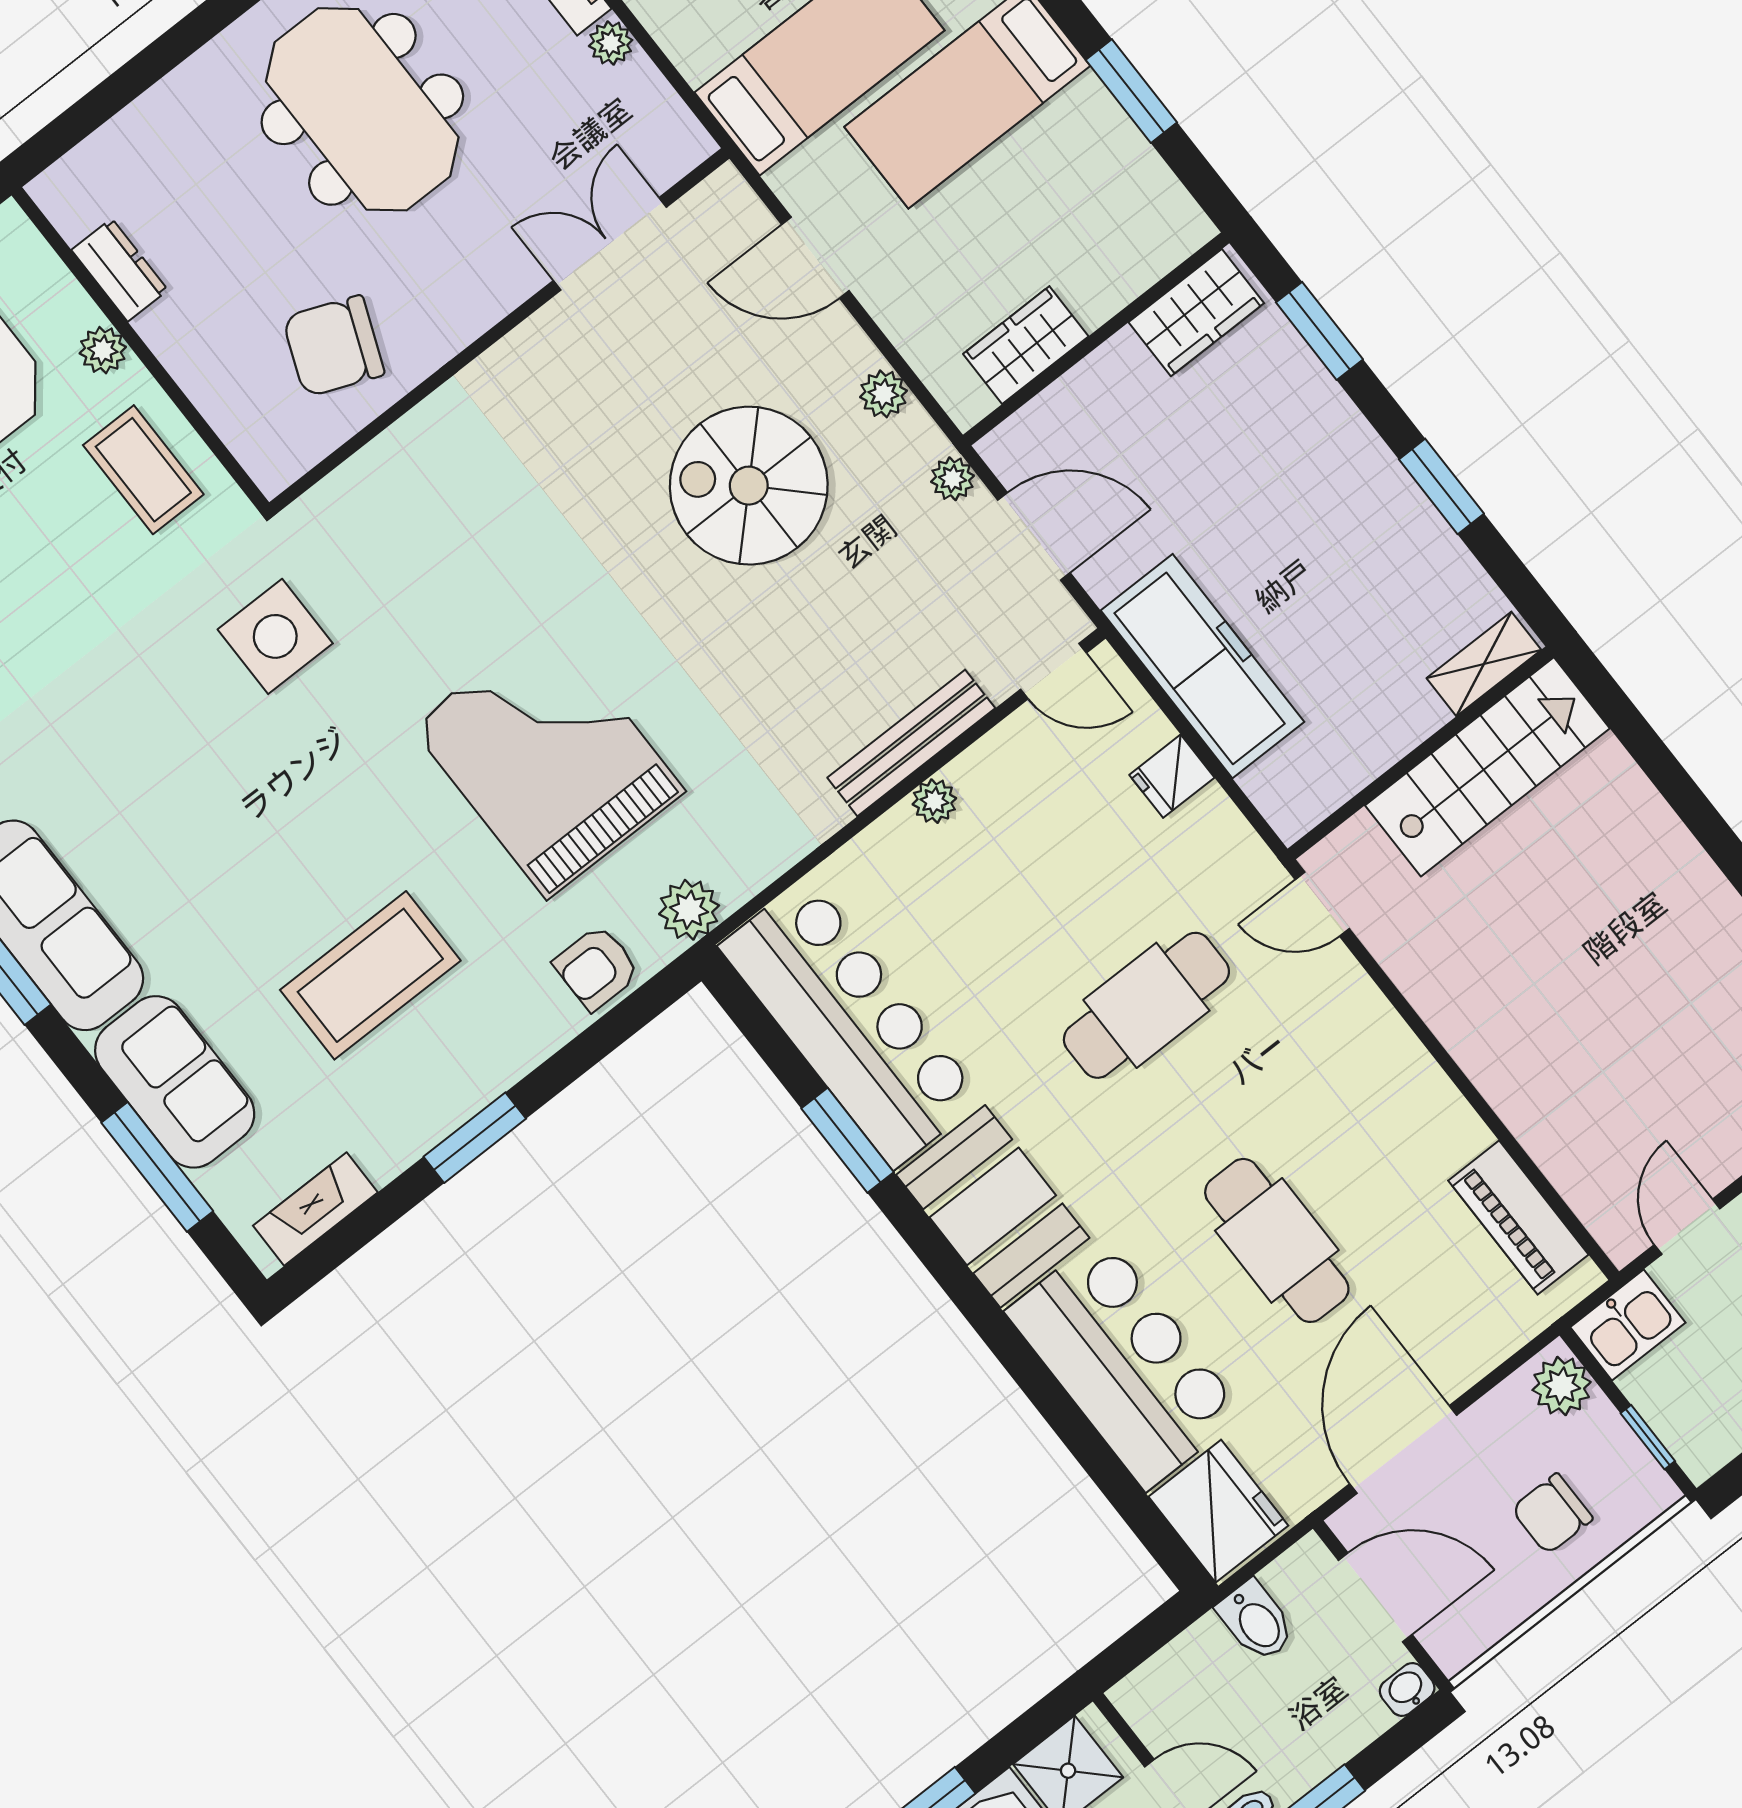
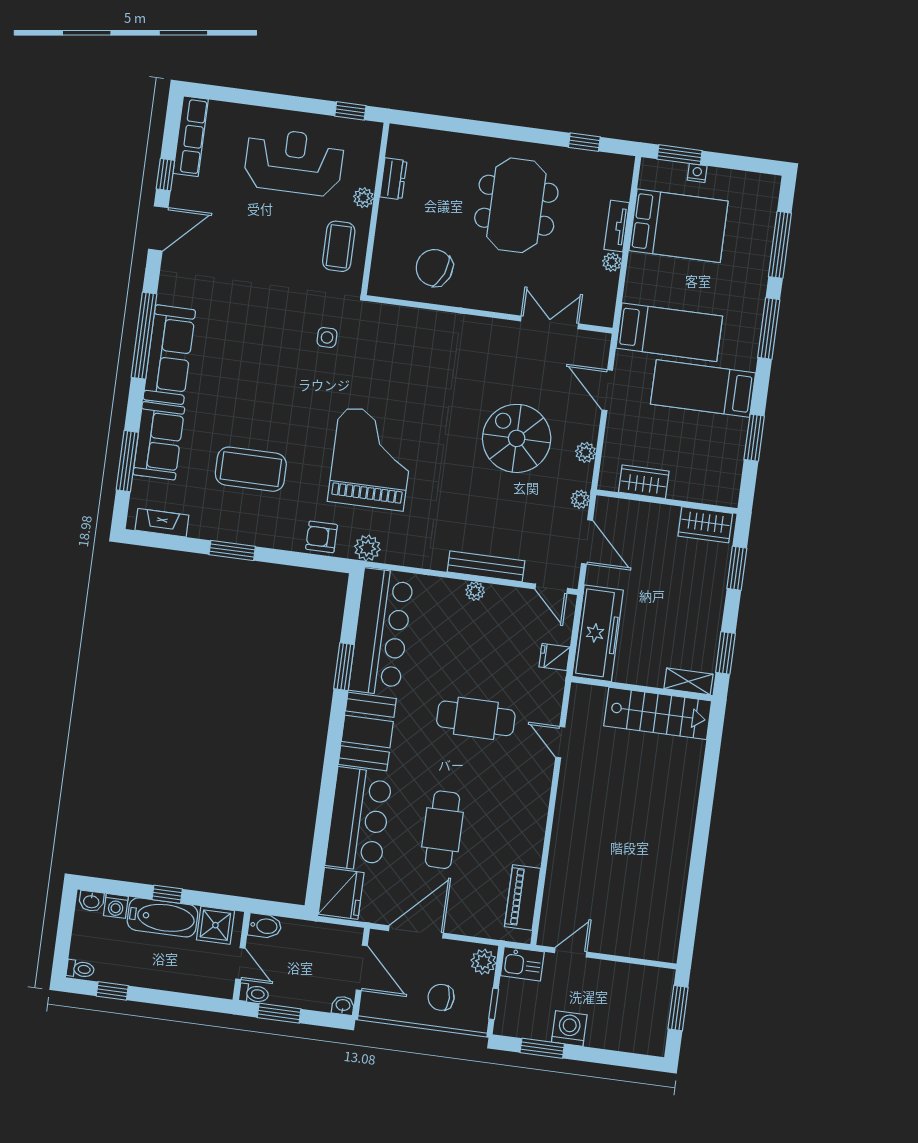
side table: (275, 636) -> (327, 337), width x0.54, depth x0.54
shelving: (1484, 664) -> (688, 681), moved
wall: (1421, 753) -> (642, 689), moved
stairs: (1487, 767) -> (658, 713), moved
bidet: (1256, 1621) -> (265, 926), moved, turned -90

